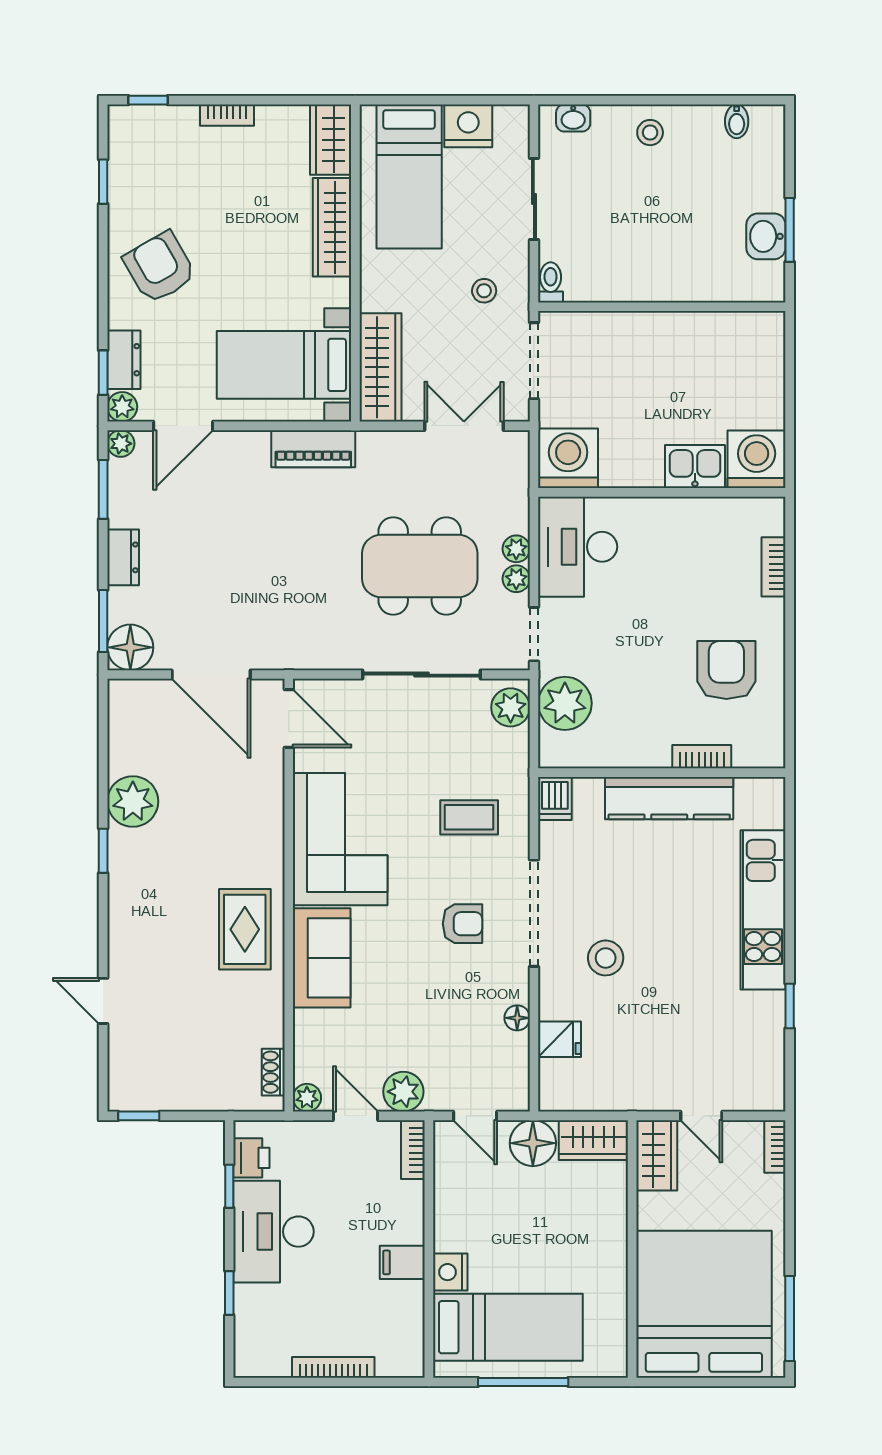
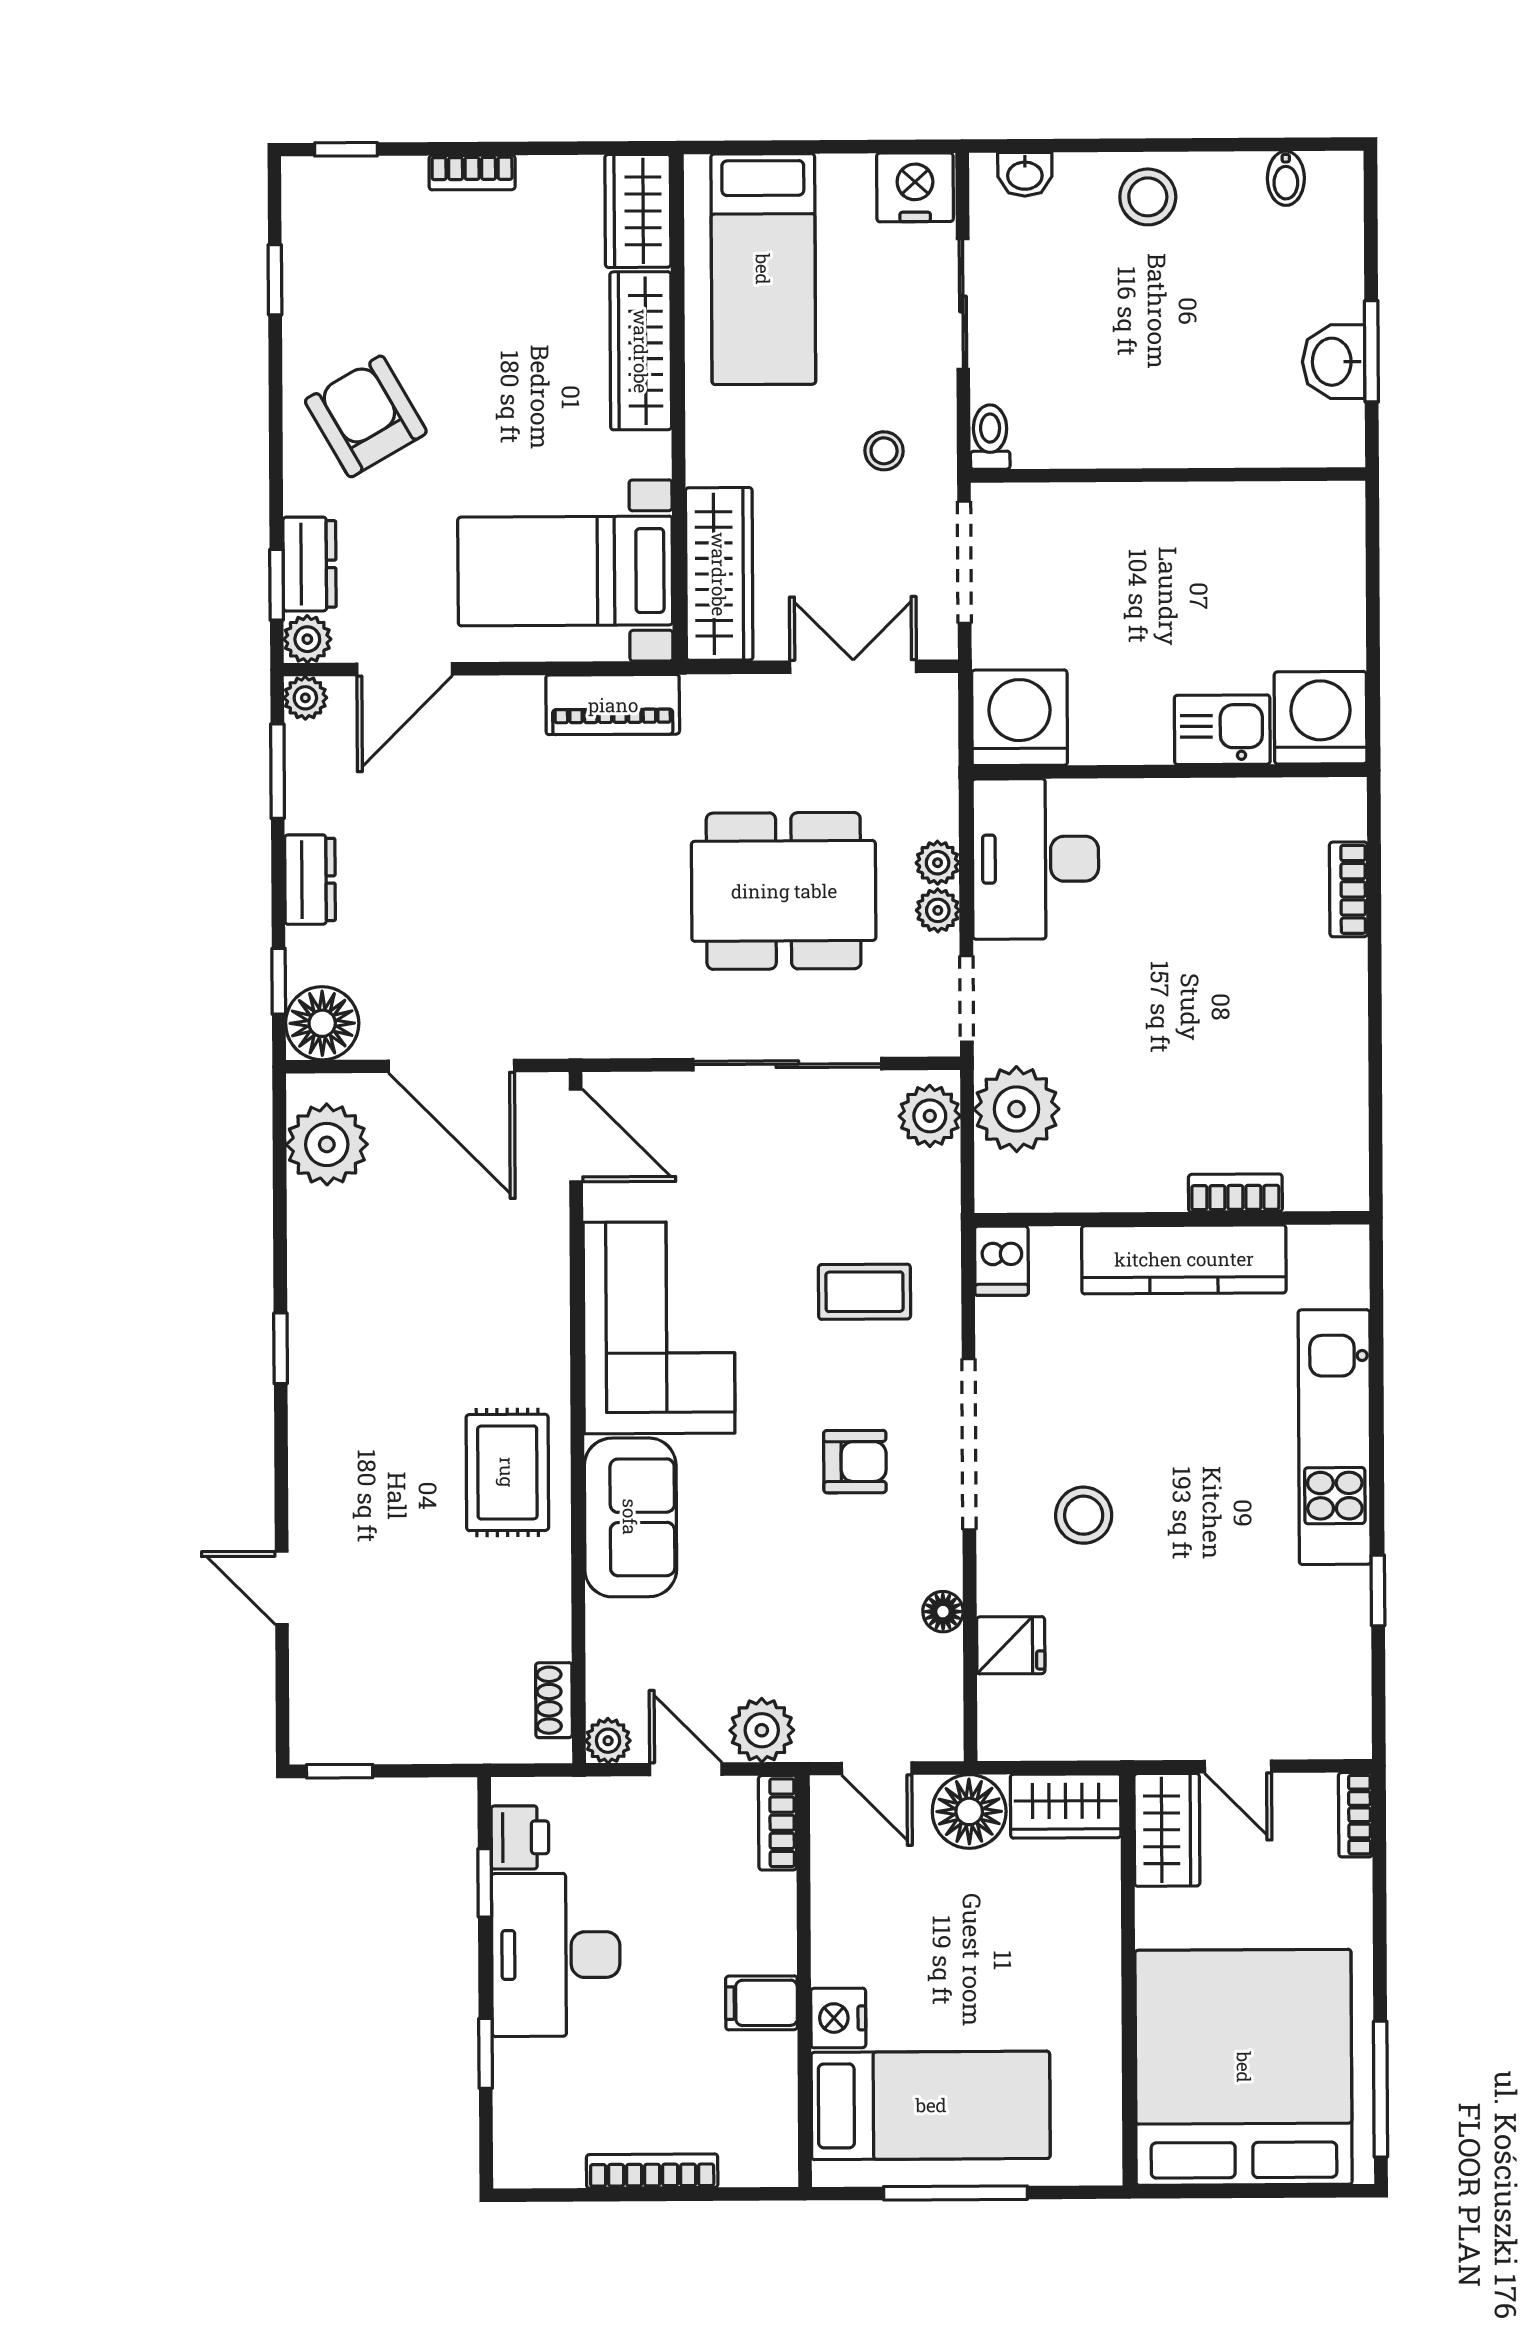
nightstand: (468, 126) -> (915, 187), moved
stool: (650, 133) -> (1148, 197), width x1.37, depth x1.37
window: (103, 621) -> (279, 981), width x0.67
armchair: (726, 670) -> (1274, 1054), removed
plant: (133, 801) -> (327, 1144), moved

